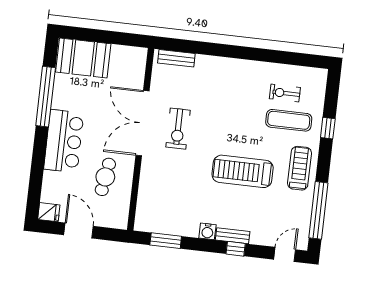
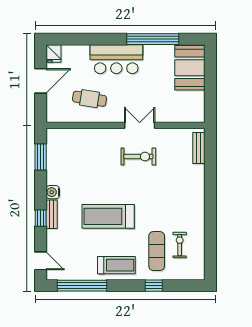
double door: (143, 123) -> (140, 125), width x0.54
exercise bike: (178, 129) -> (138, 156), turned 180
treadmill: (243, 171) -> (108, 216), turned -90

